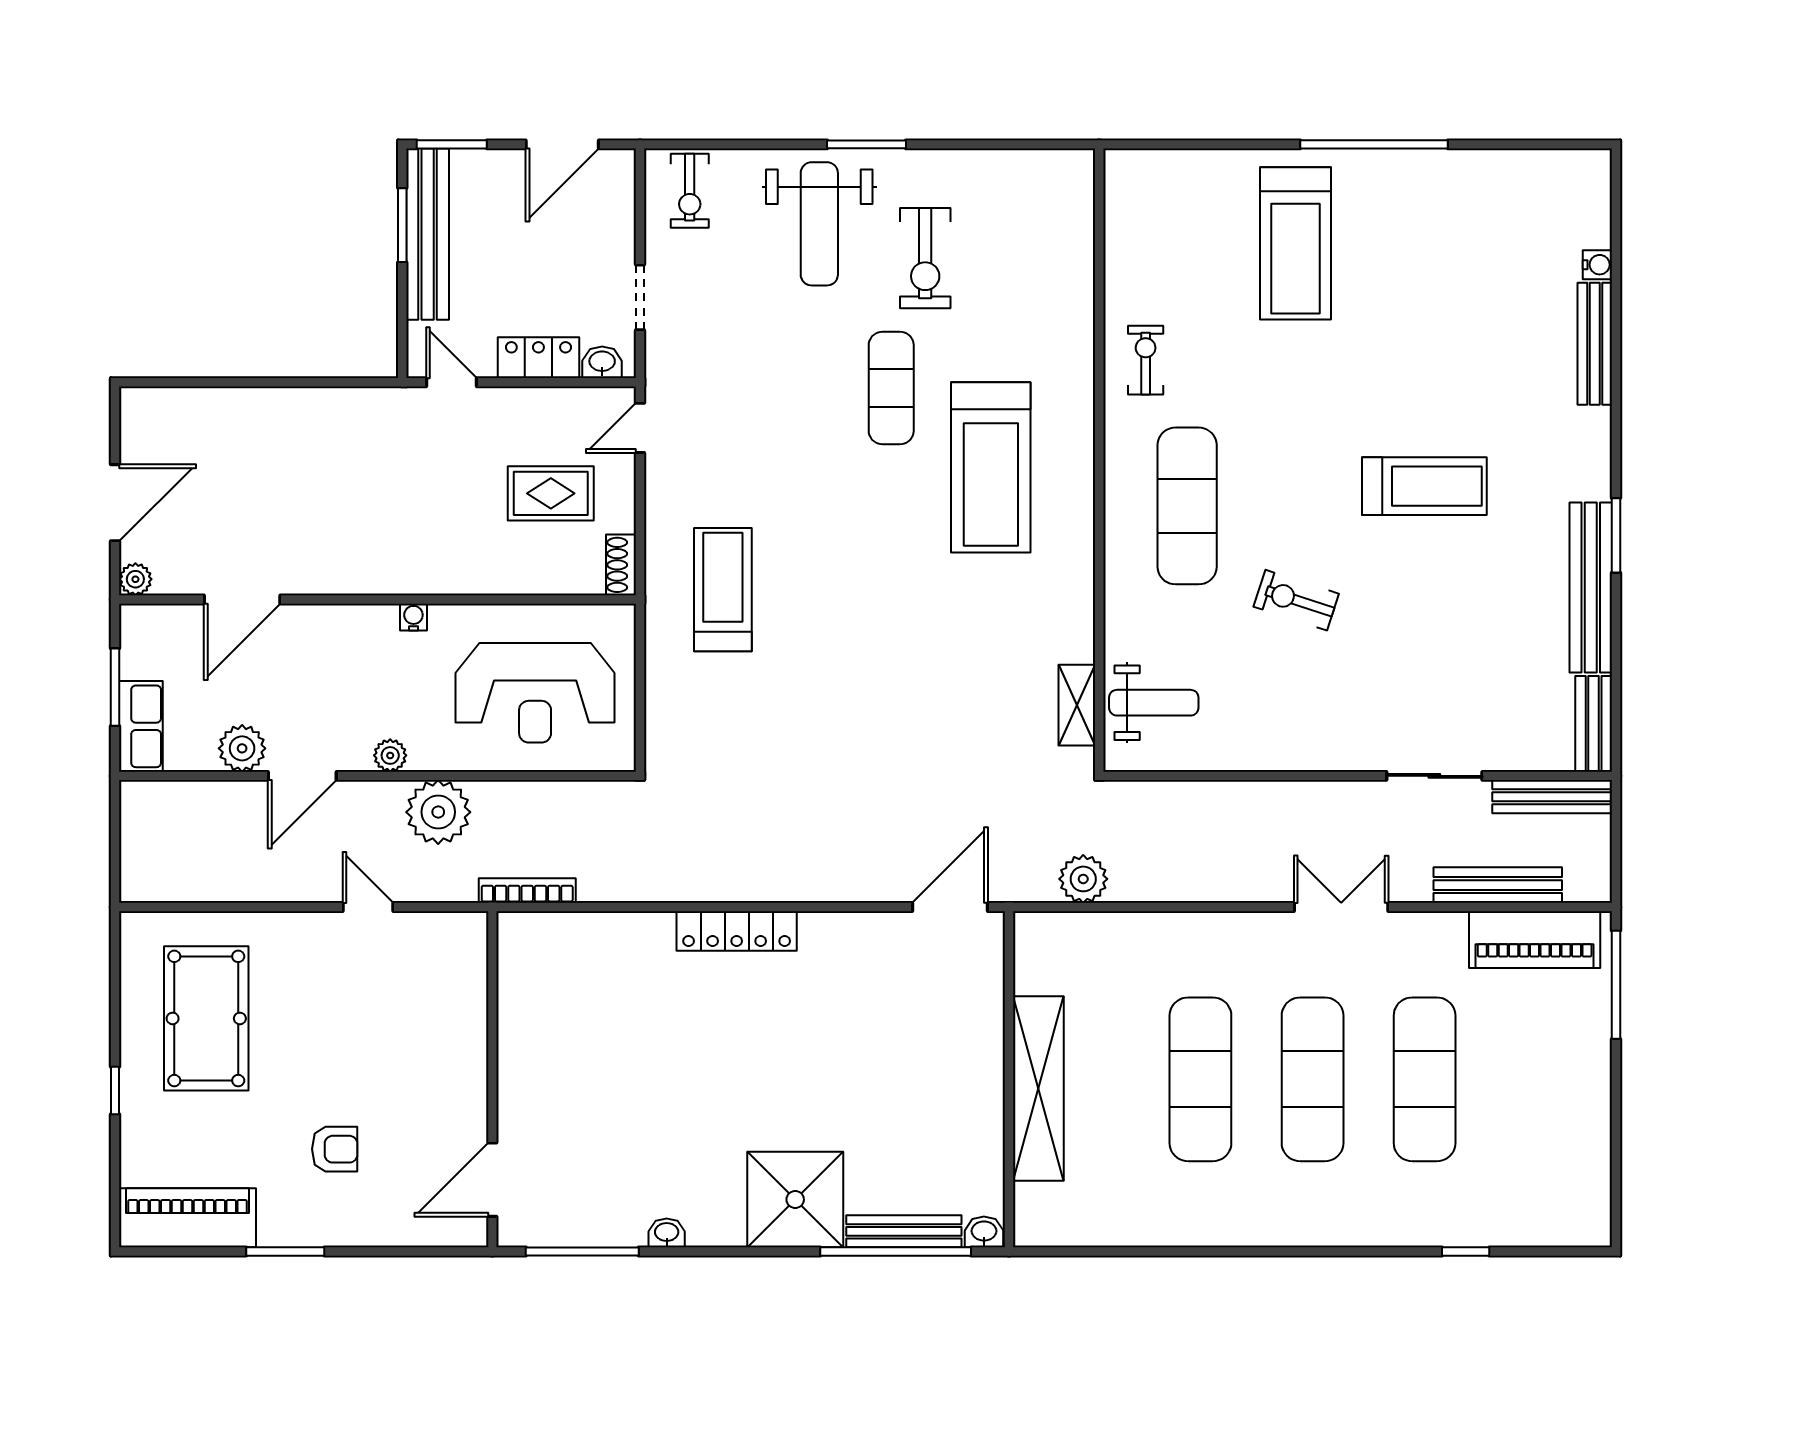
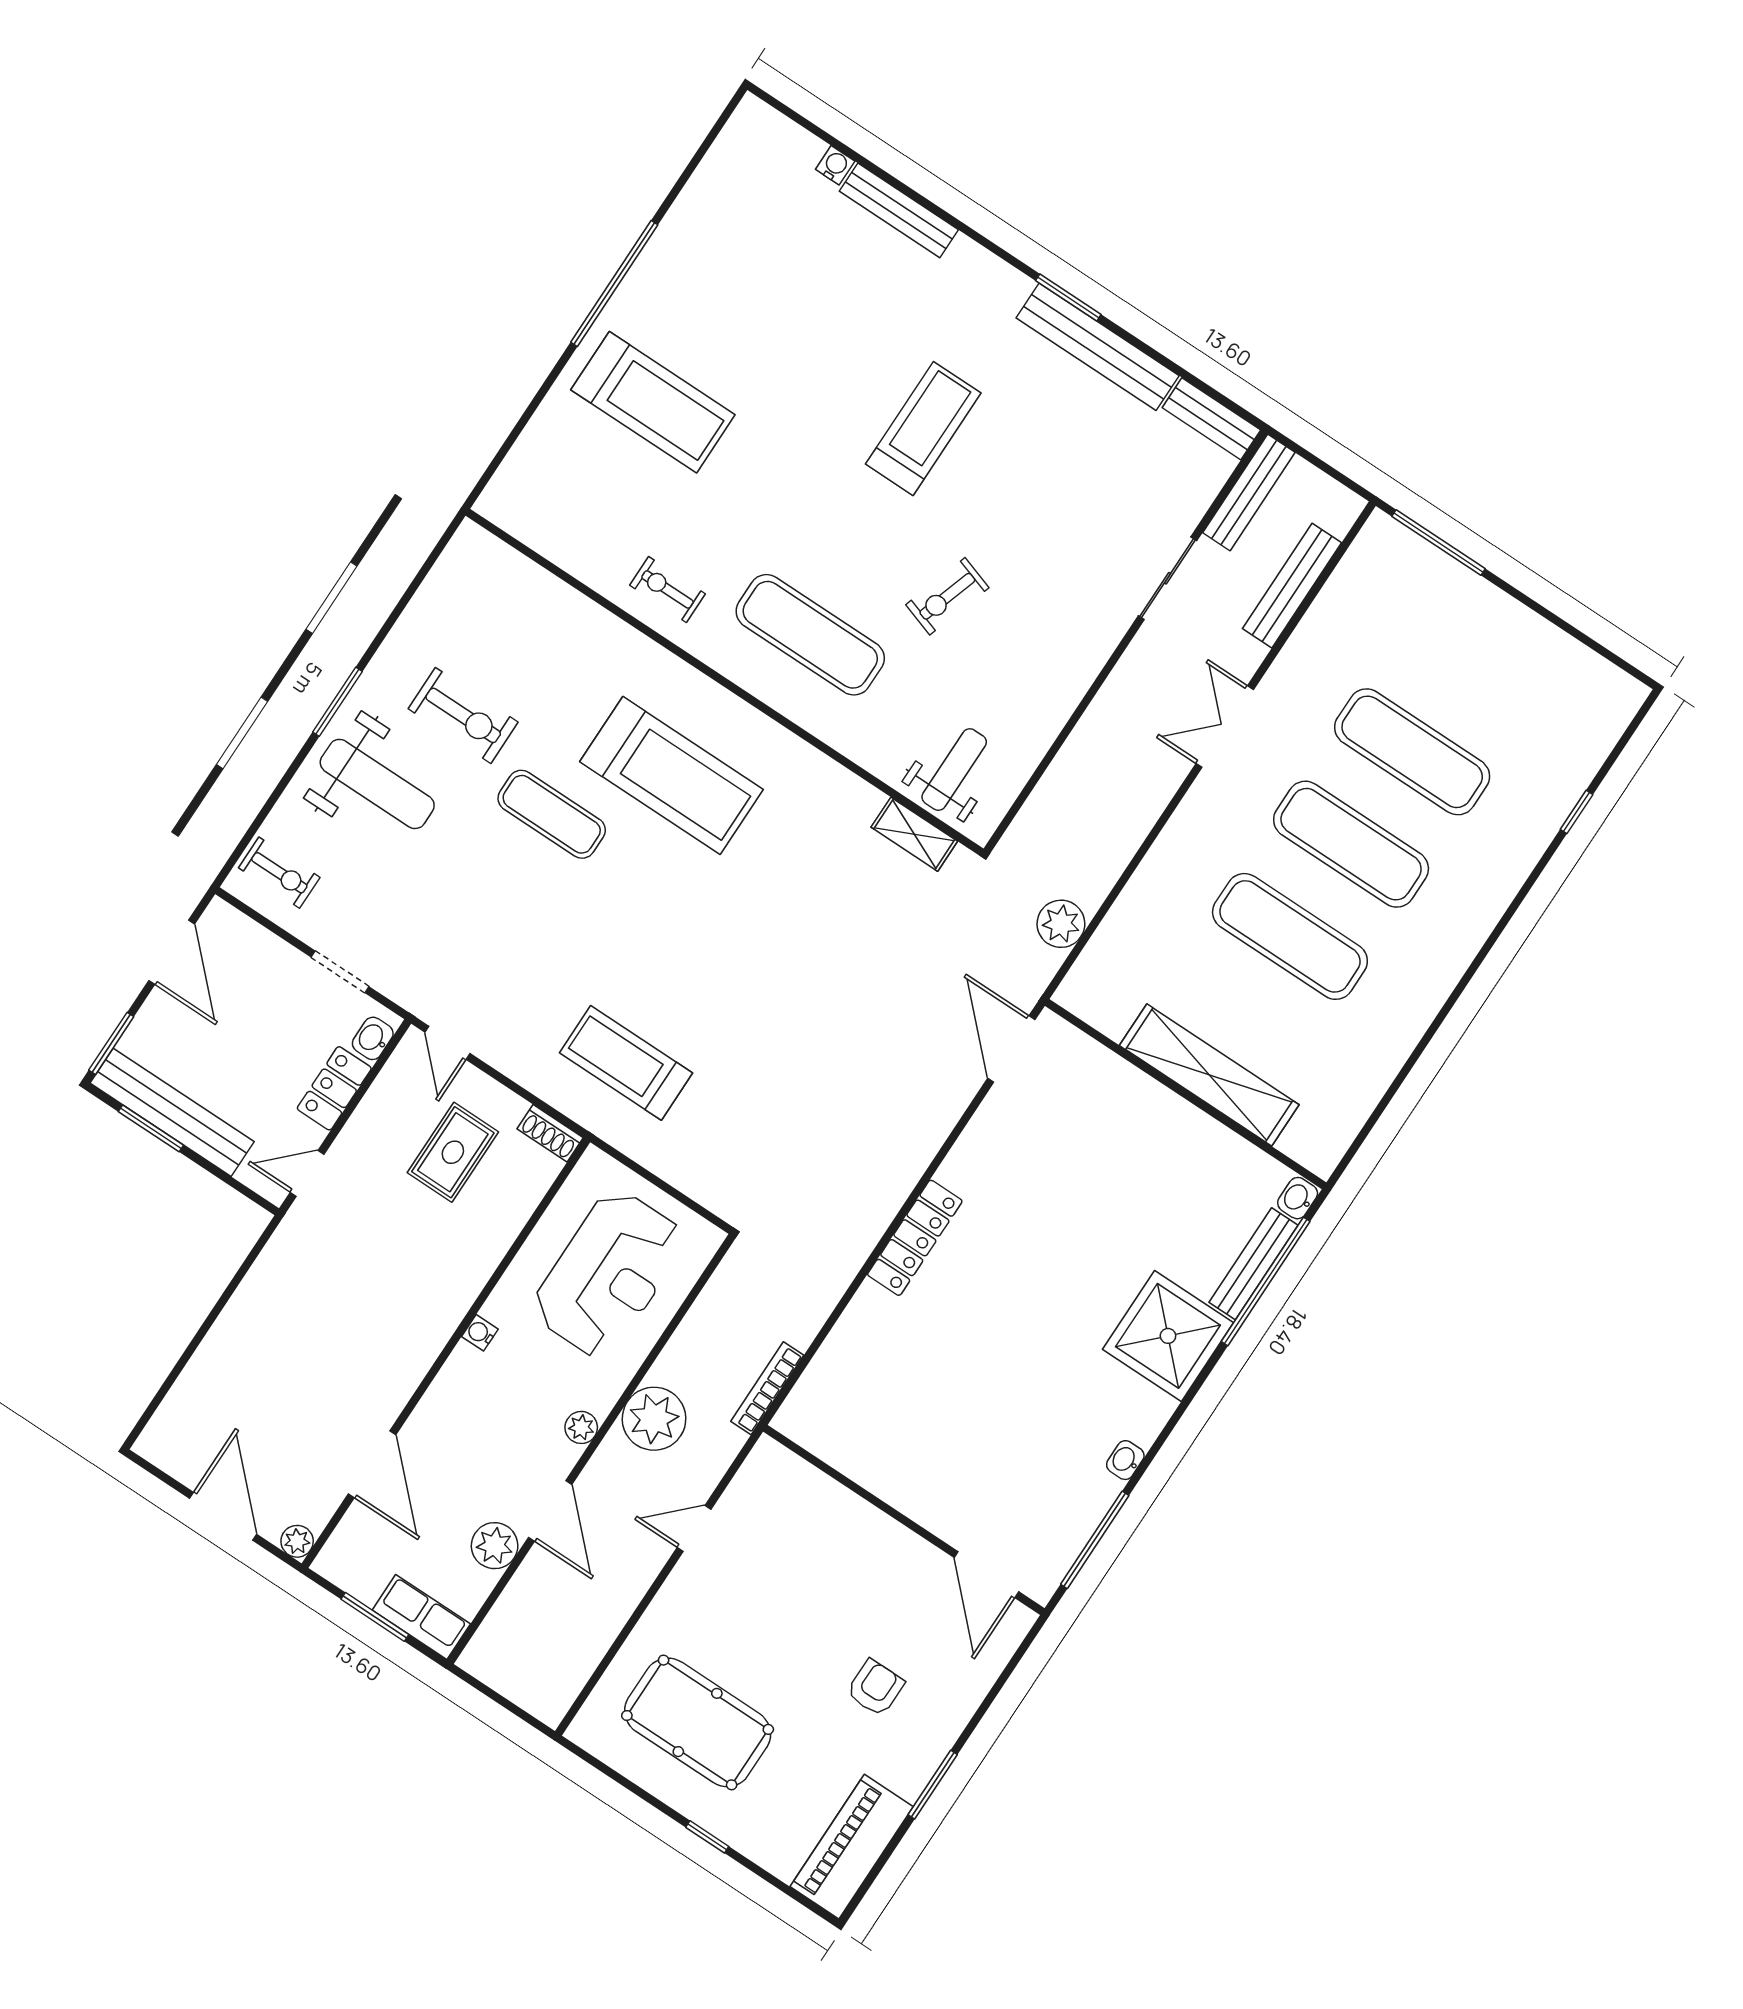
piano: (1535, 940) -> (1357, 585), removed

